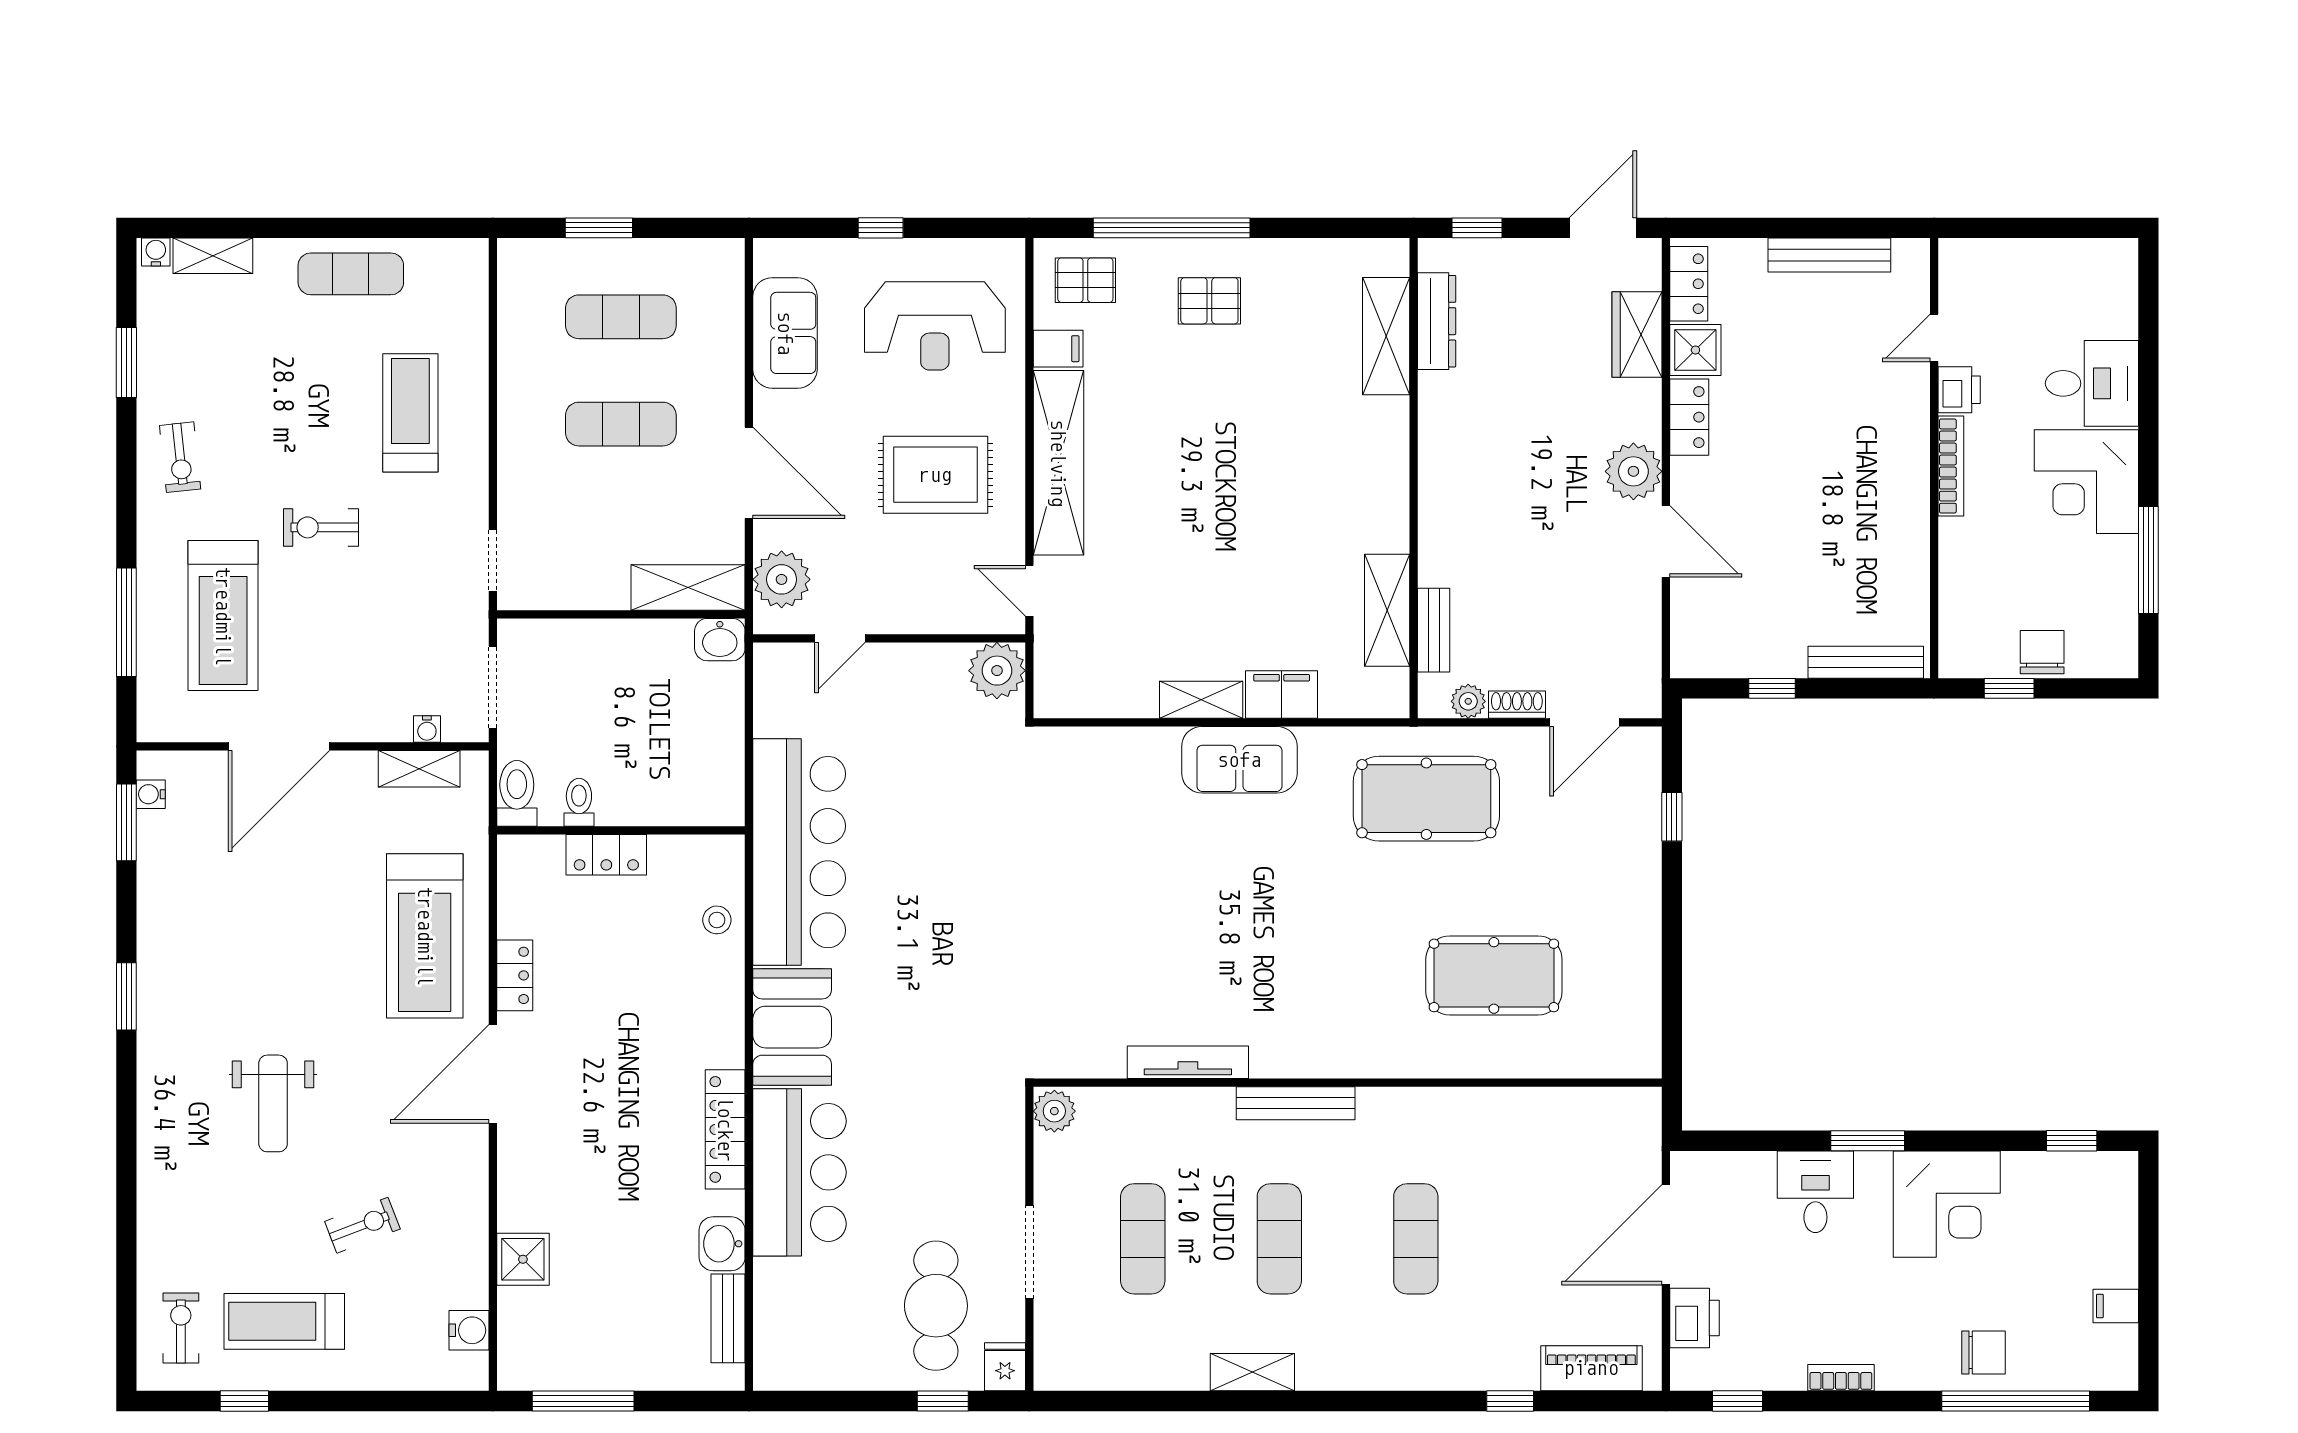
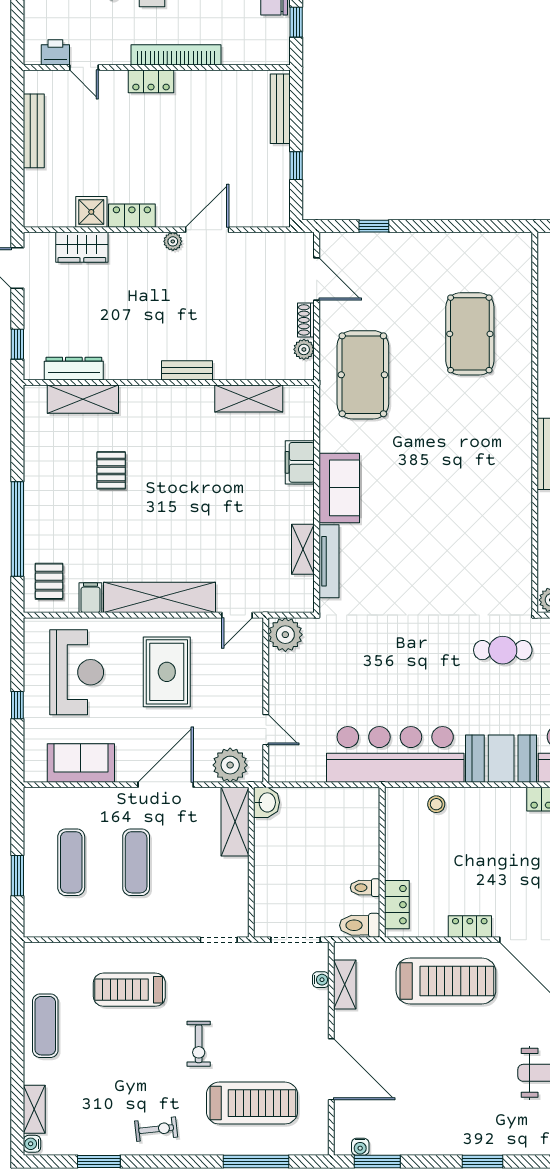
locker: (1689, 284) -> (151, 81), moved, turned 180
pallet: (1209, 301) -> (111, 470), moved
printer: (1959, 390) -> (55, 52), moved
bookcase: (1951, 466) -> (176, 55), width x1.48, depth x1.31
plant: (1633, 471) -> (173, 241), width x0.53, depth x0.53
bench: (1434, 630) -> (187, 370), moved
shelving: (1201, 700) -> (303, 549), moved
locker: (606, 855) -> (397, 905), moved
cafe table: (971, 1030) -> (503, 650), added
tv unit: (1188, 1062) -> (329, 561), moved, turned 180

